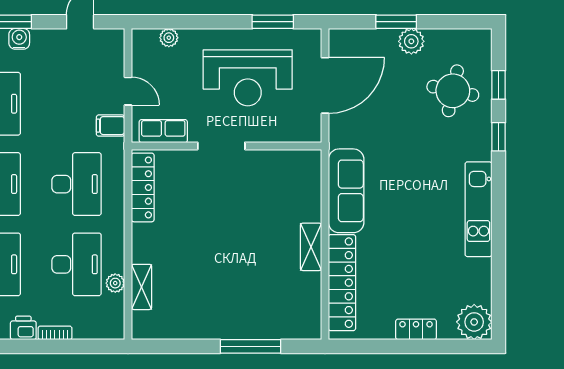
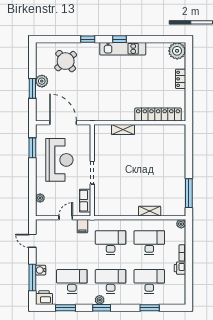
window: (499, 85) -> (120, 39), moved
round table: (453, 91) -> (66, 61), turned 37
locker: (143, 187) -> (112, 211), removed
sofa: (346, 191) -> (114, 112), removed
shelving: (311, 247) -> (123, 129), moved
plant: (115, 283) -> (181, 224), moved
shelving: (142, 287) -> (150, 211), moved
window: (251, 346) -> (189, 193), moved

